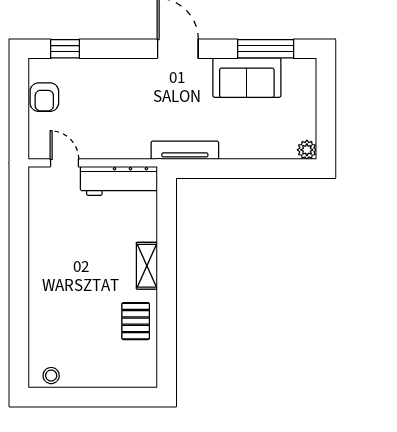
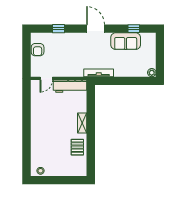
window: (65, 49) -> (58, 29), moved
window: (266, 49) -> (134, 29), width x0.46
door: (64, 163) -> (46, 78), swing flipped

